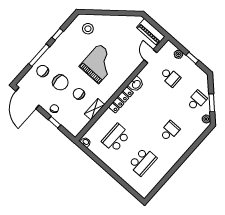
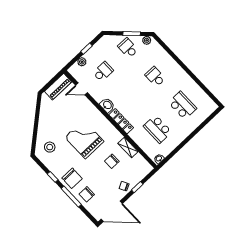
chair: (60, 82) -> (72, 178), moved, turned 90

